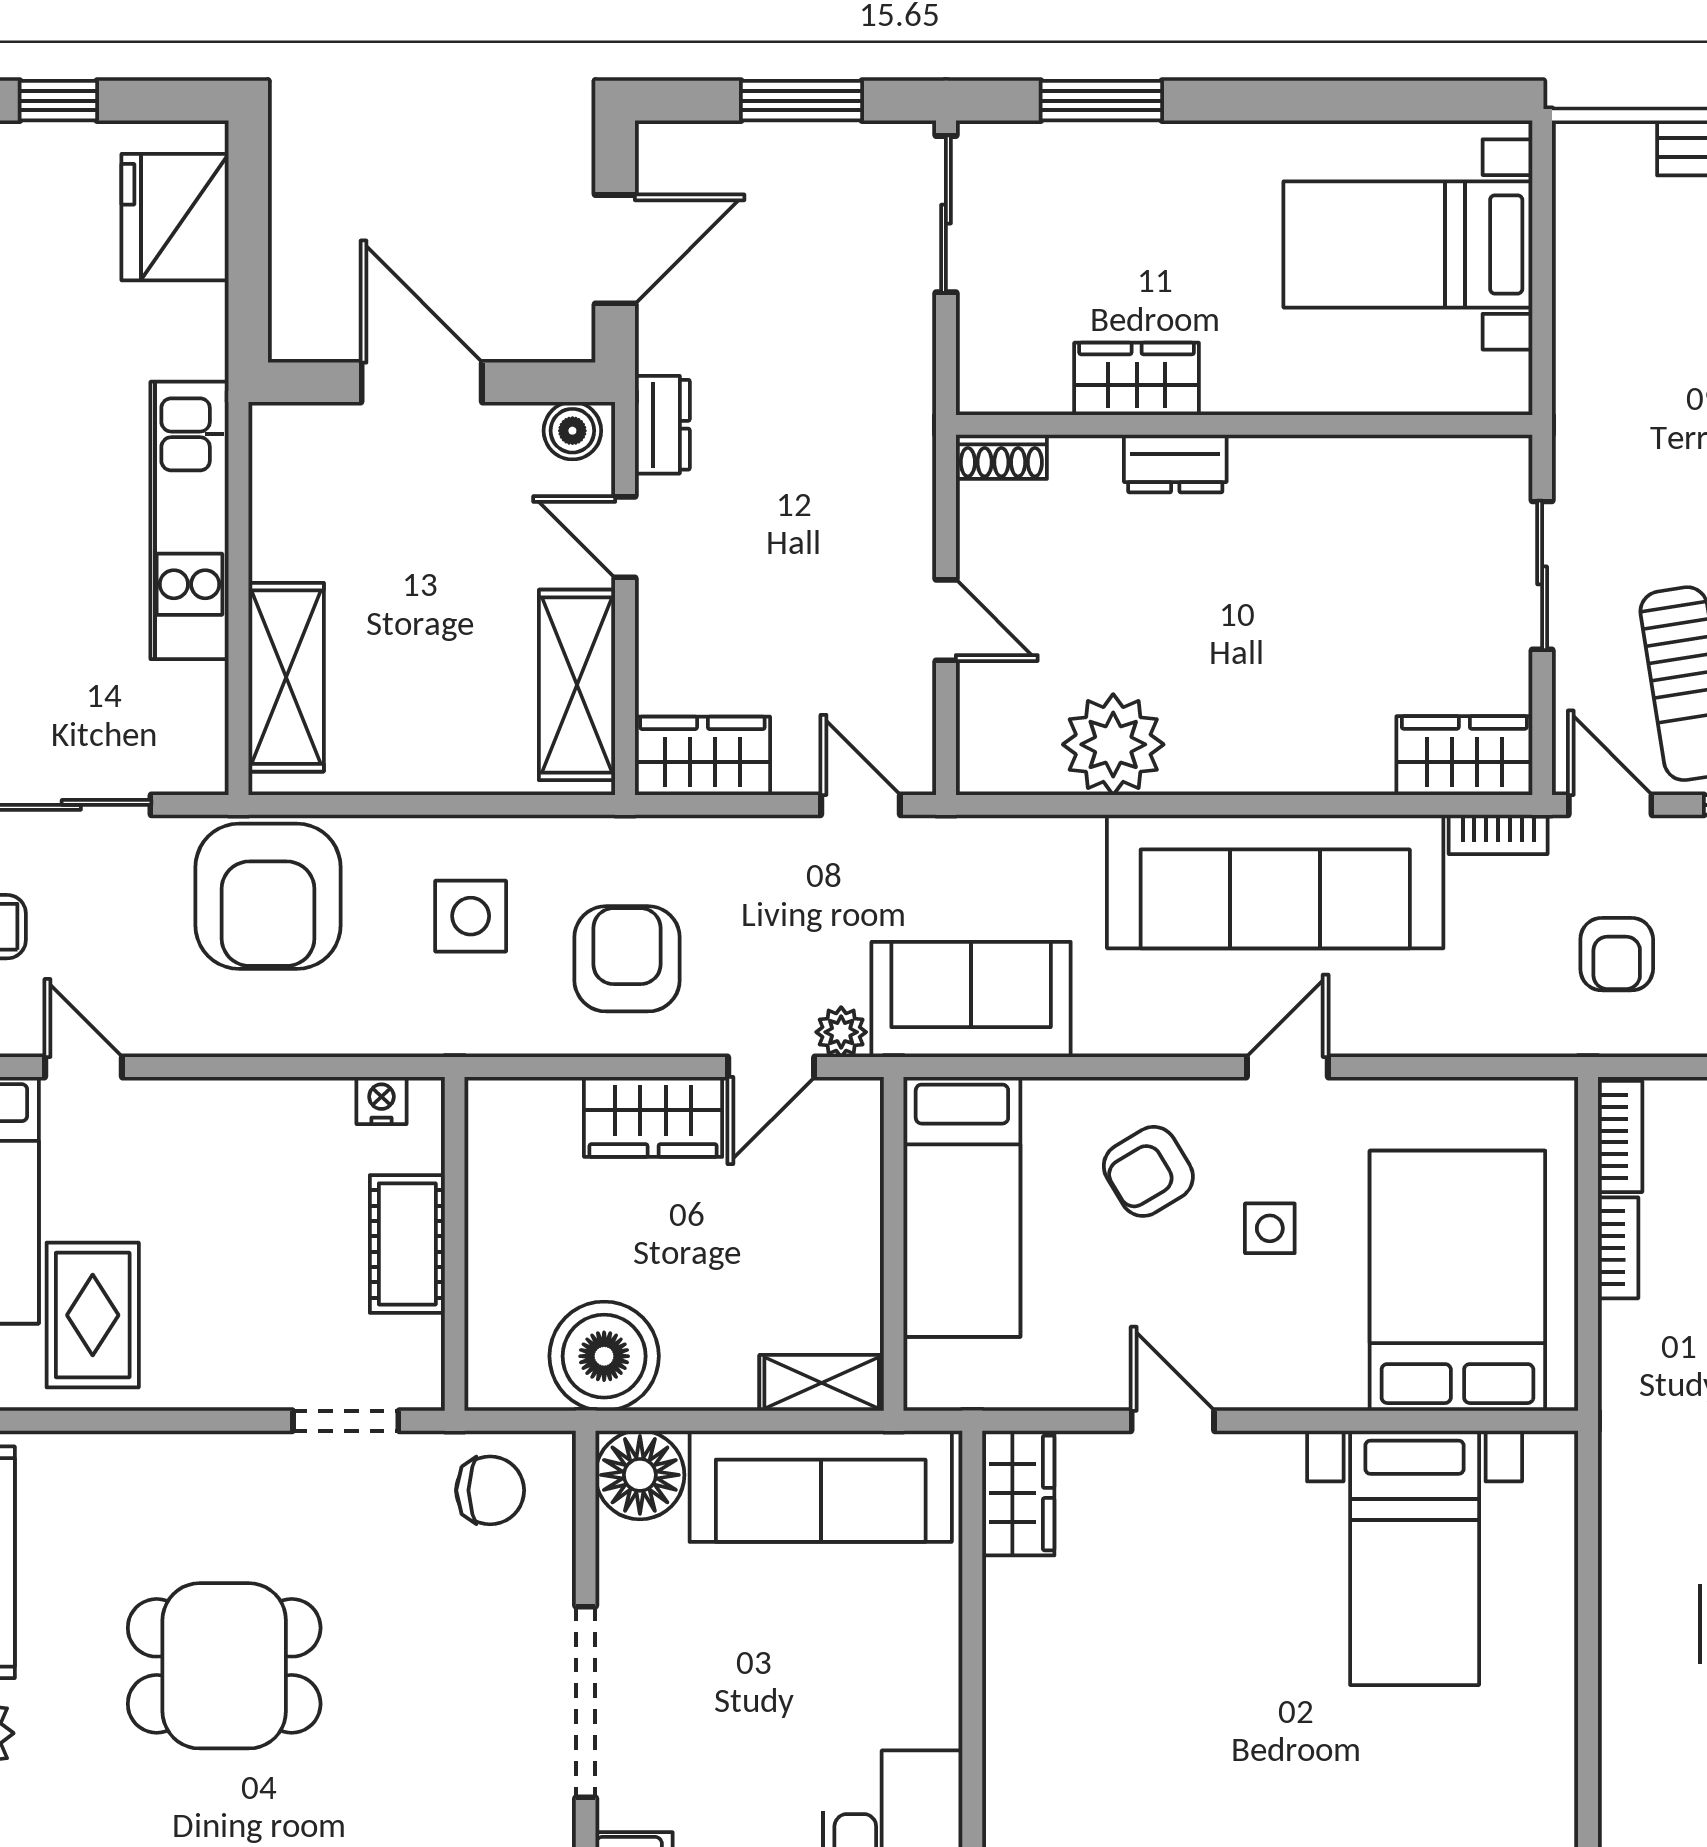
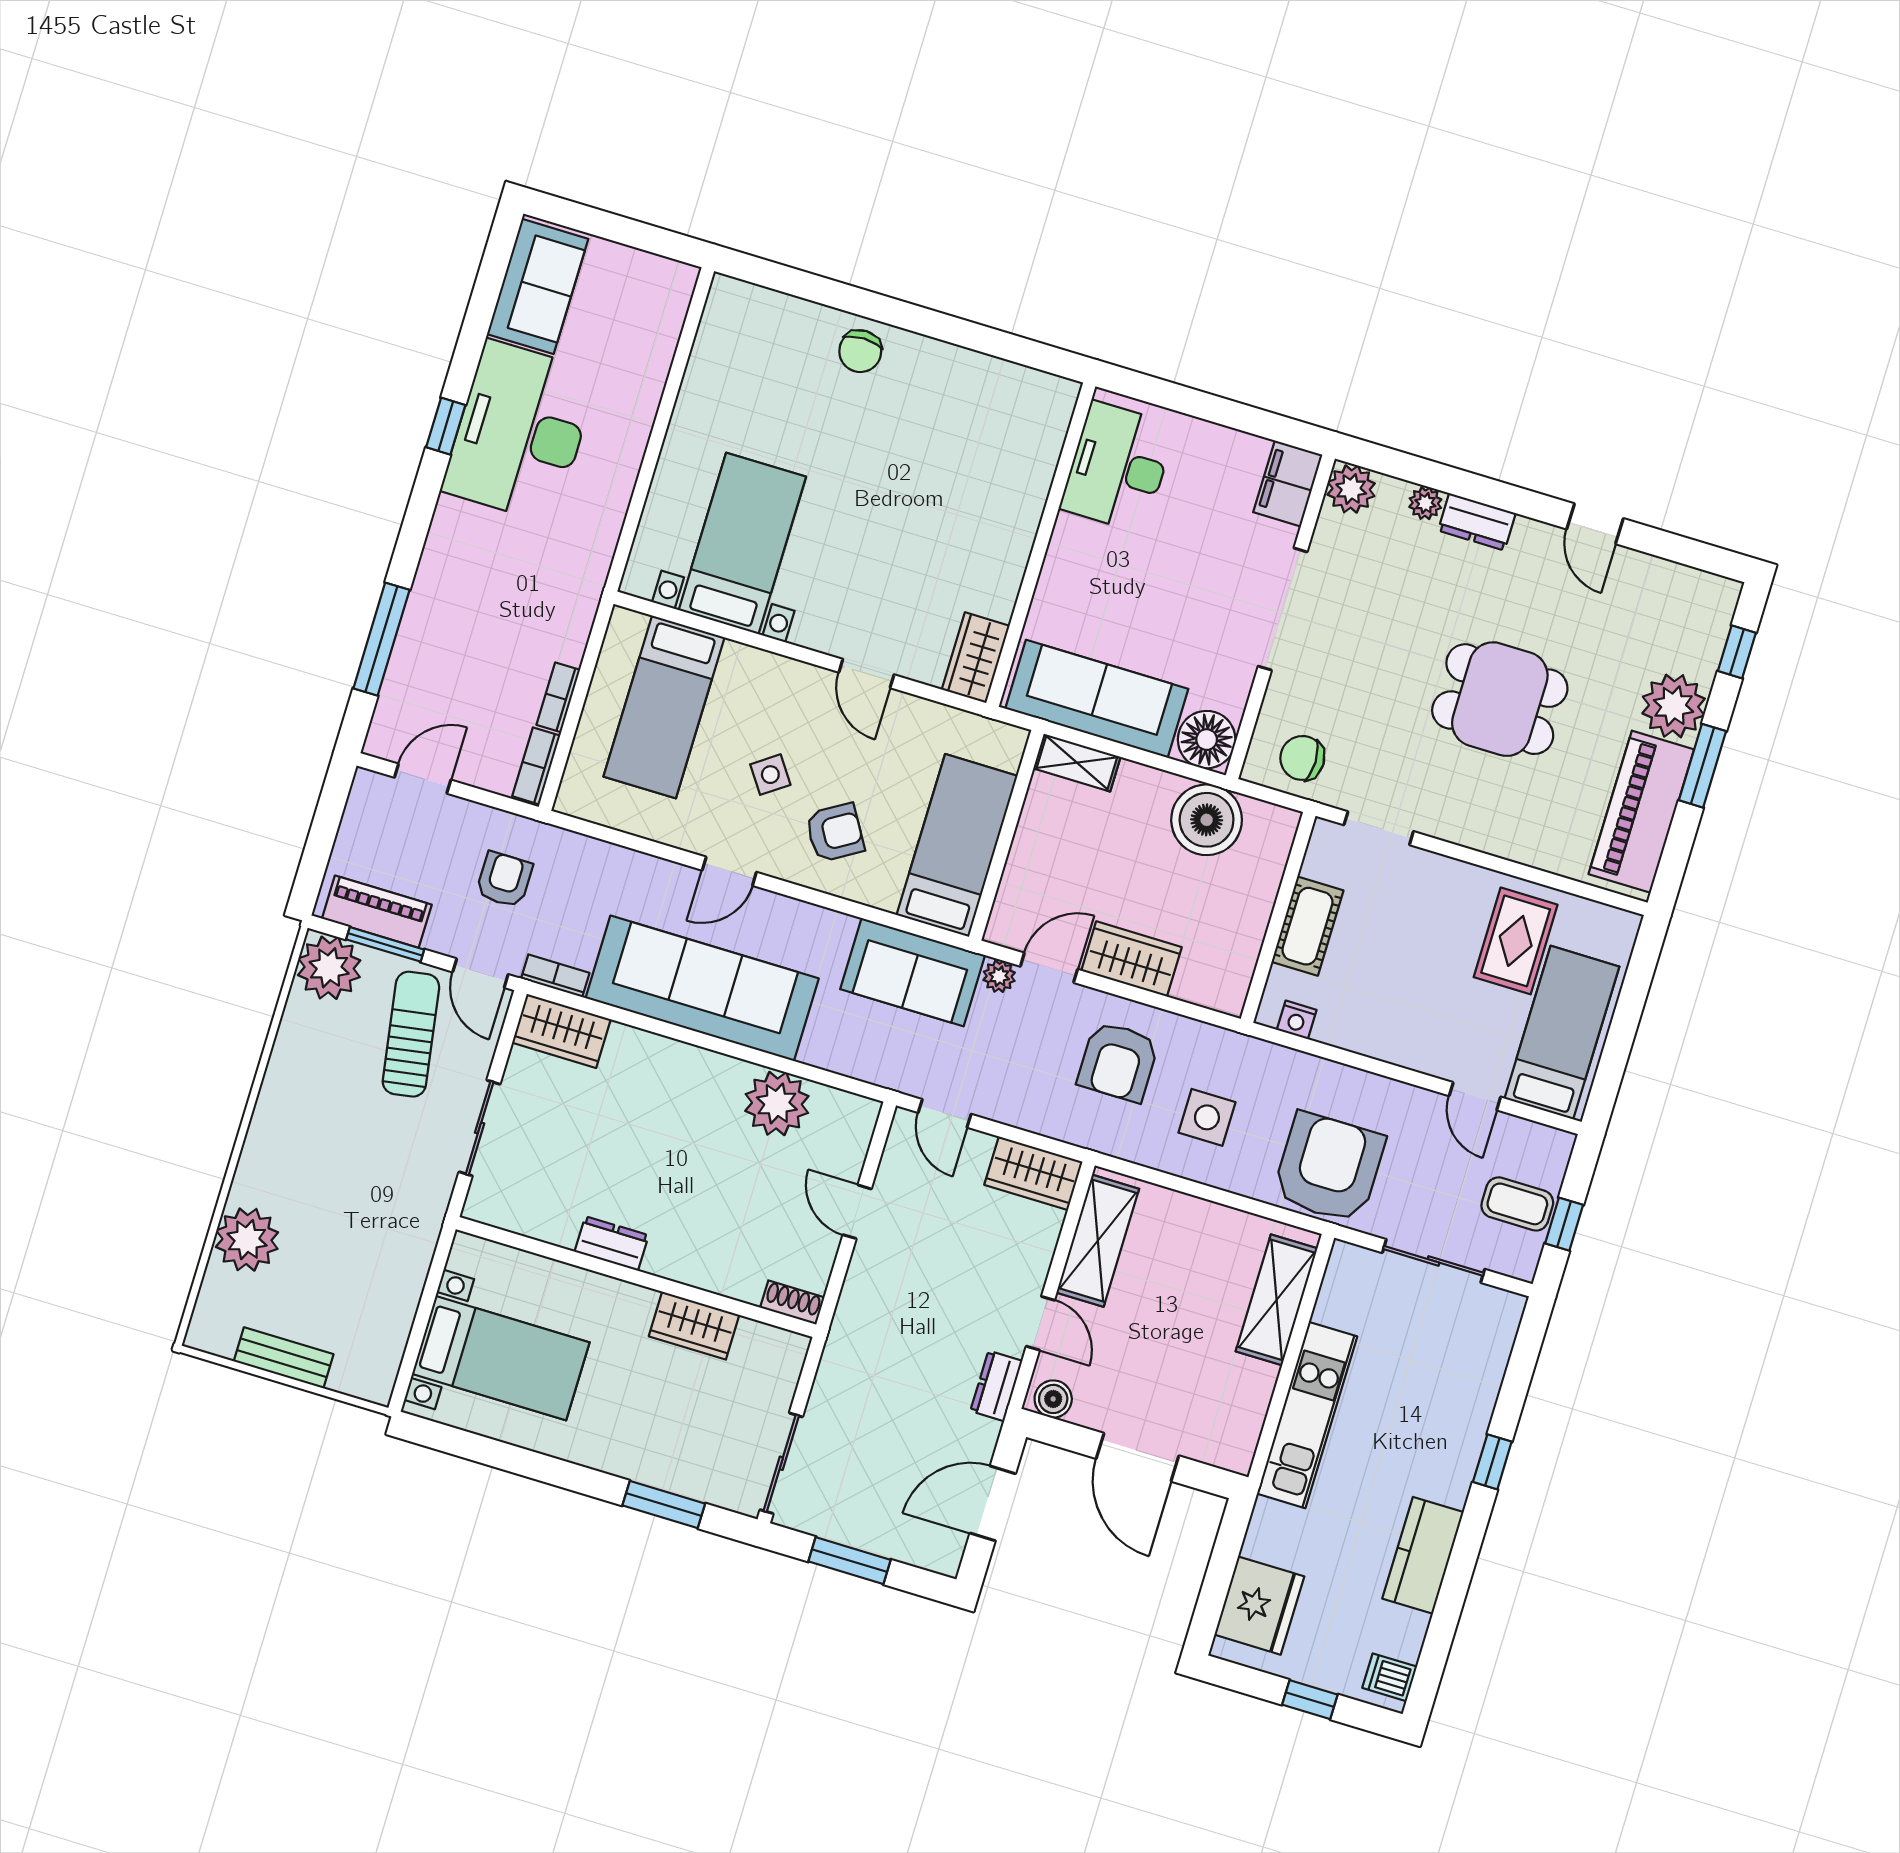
dresser: (1175, 464) -> (612, 1243), moved
side table: (1270, 1228) -> (770, 775), turned -35
bed: (1457, 1281) -> (664, 707), width x0.67

